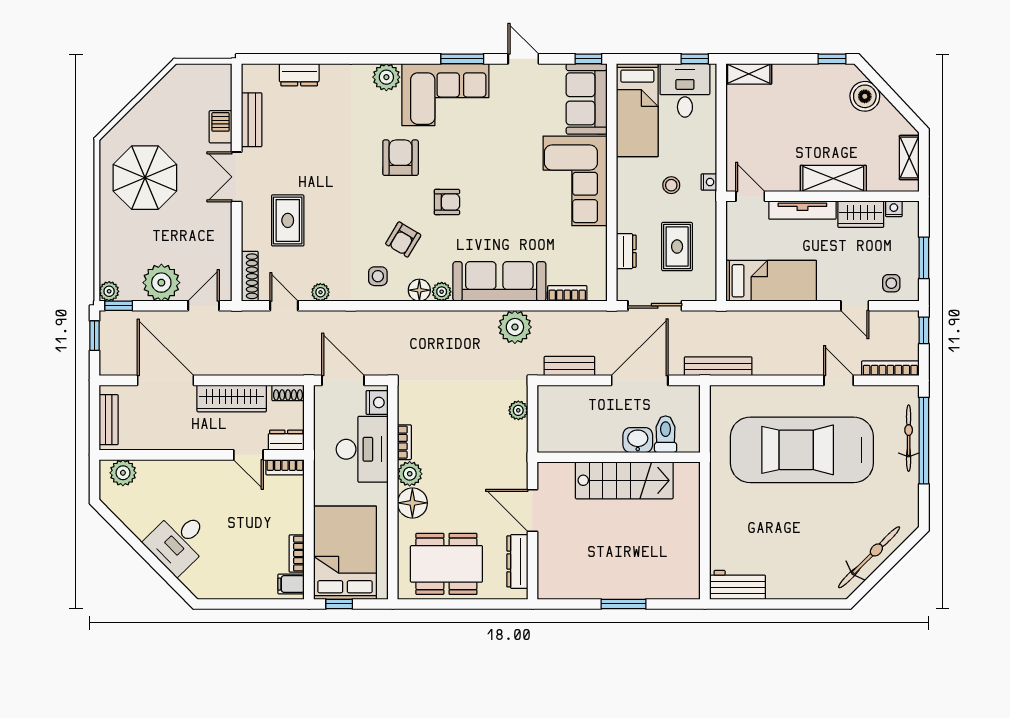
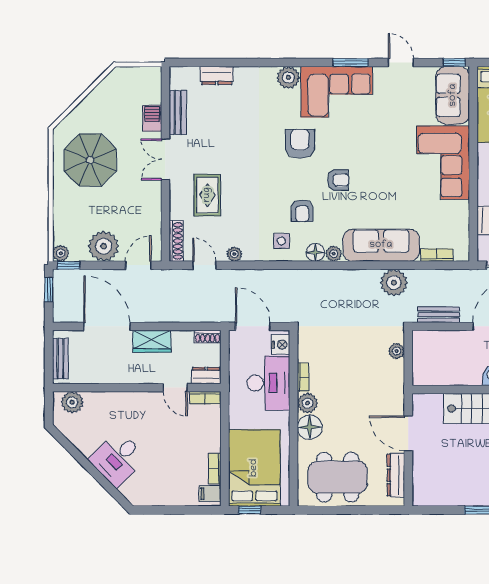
armchair: (403, 239) -> (302, 211), turned -31
wardrobe: (232, 398) -> (152, 341), width x0.67

